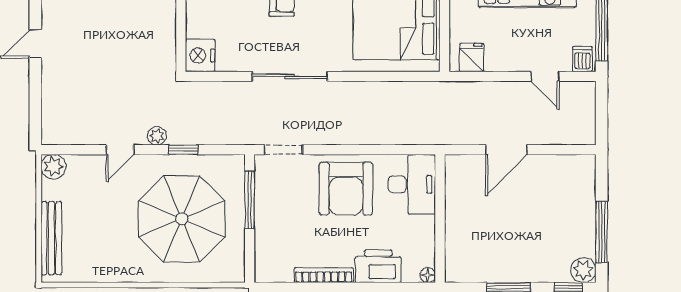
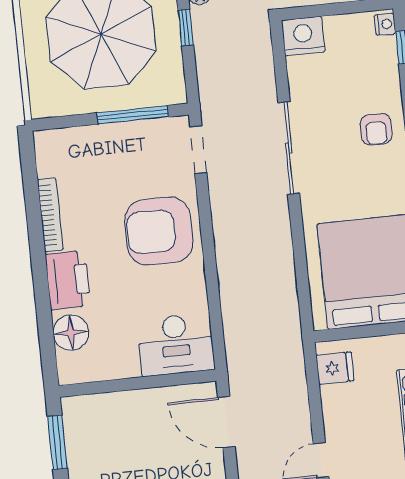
desk: (412, 184) -> (176, 345), moved
wall: (440, 219) -> (138, 383), moved
floor lamp: (428, 275) -> (71, 333), width x1.89, depth x1.89

